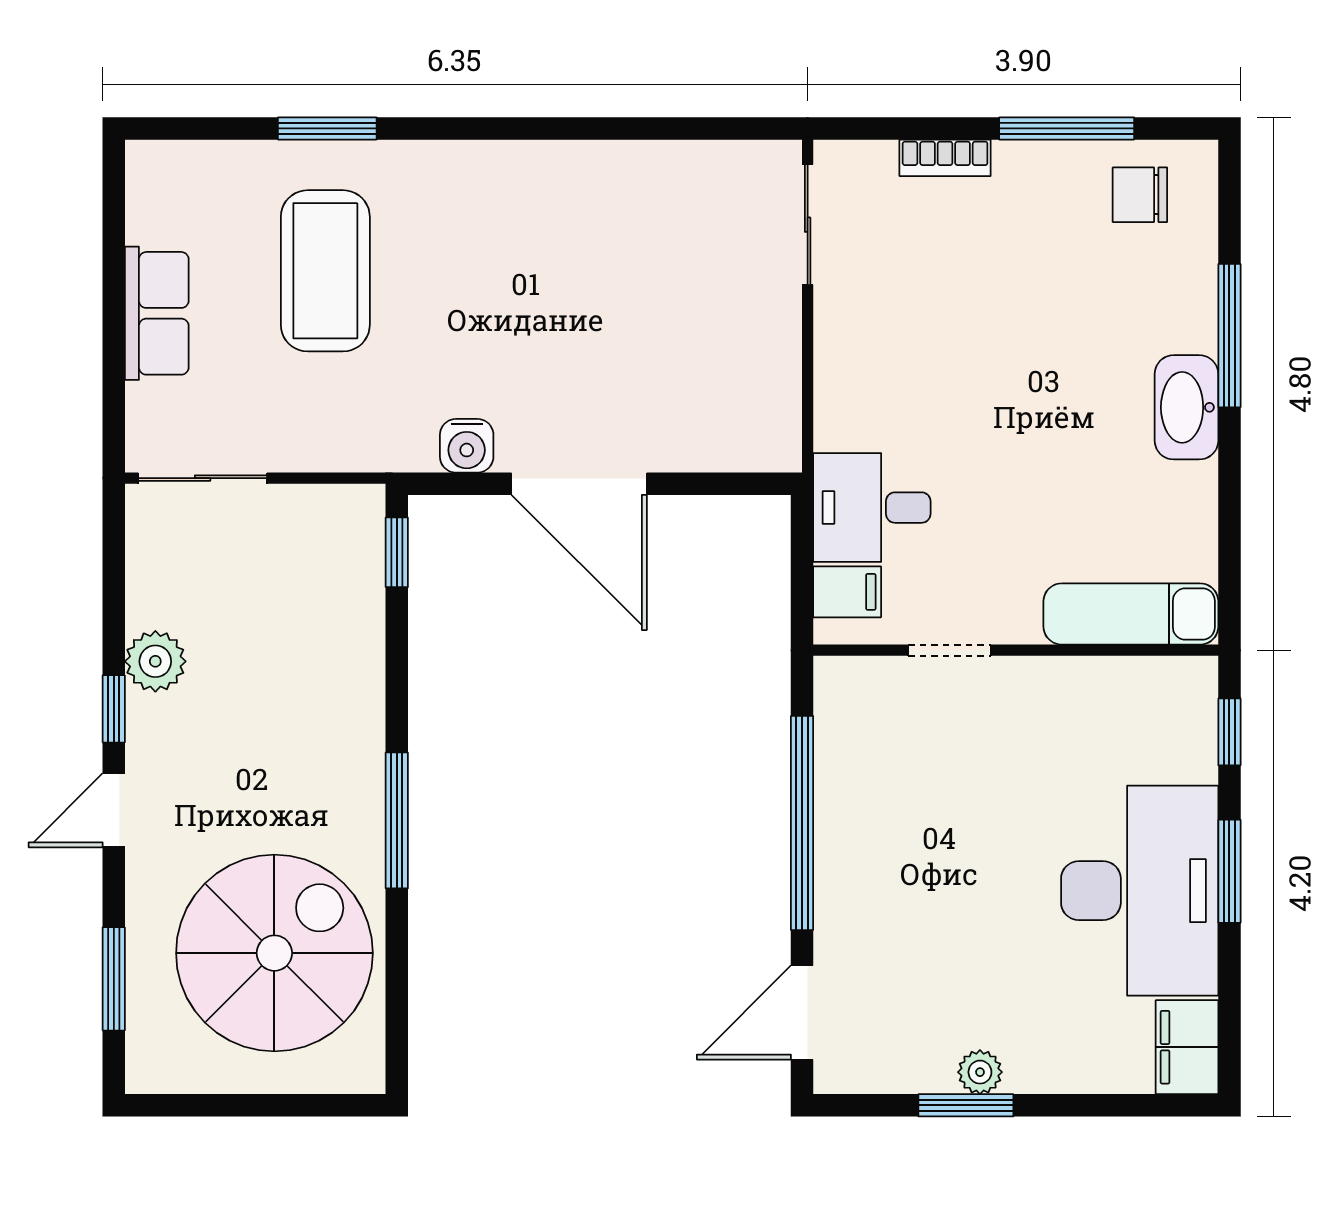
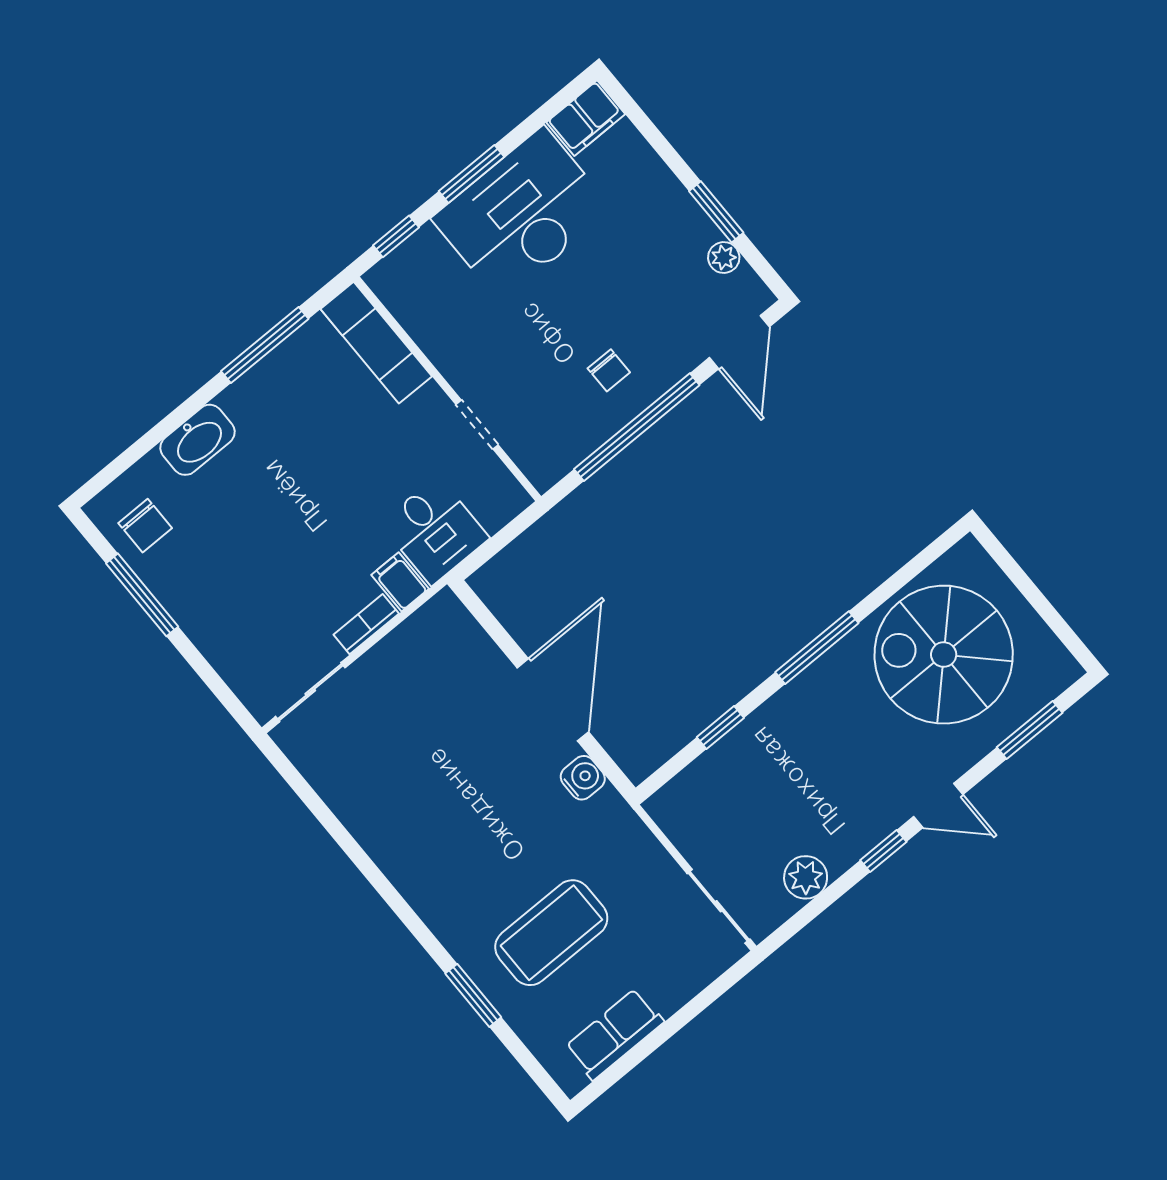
bookcase: (945, 158) -> (366, 624), moved, turned -90
row of seats: (157, 313) -> (615, 1034), moved
window: (1229, 336) -> (265, 345), moved
washbasin: (1186, 407) -> (197, 440), moved
window: (397, 552) -> (720, 728), moved
filing cabinet: (847, 592) -> (400, 582), moved
plant: (155, 661) -> (806, 877), moved
chair: (890, 844) -> (609, 370), added
door: (802, 1013) -> (739, 342), hinge flipped
plant: (980, 1072) -> (724, 258), moved

